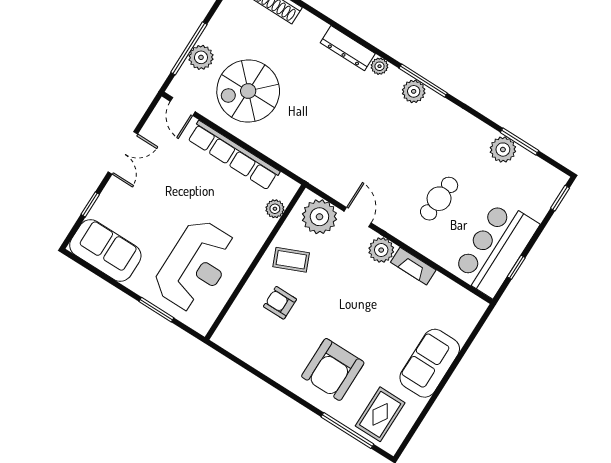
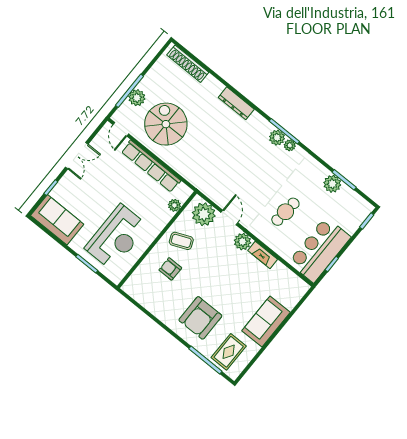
plant: (379, 66) -> (290, 145), moved
spiral stairs: (248, 91) -> (166, 124), turned 90

